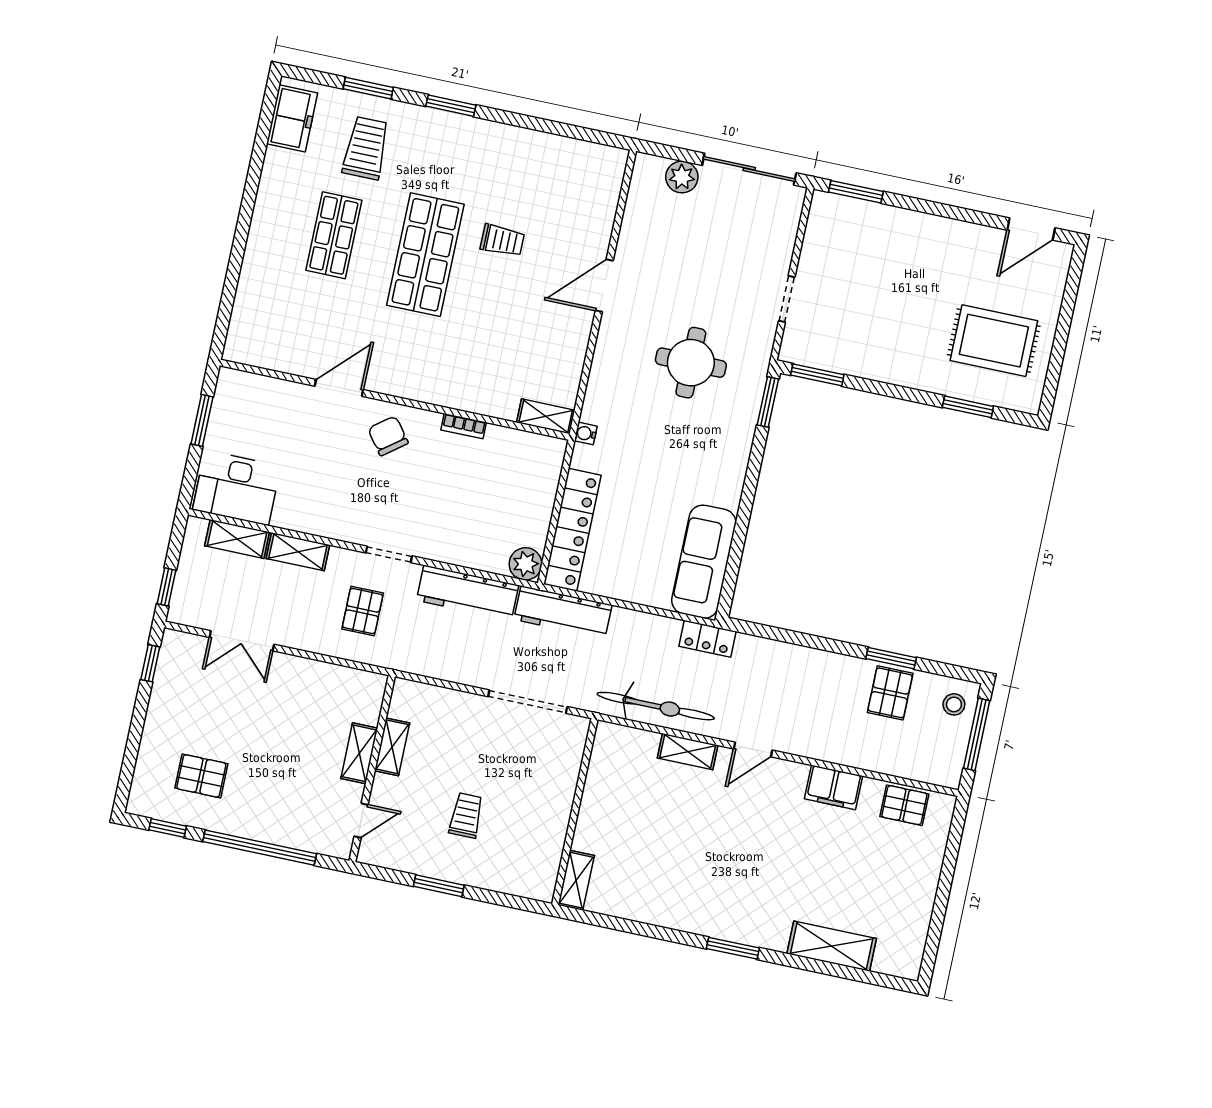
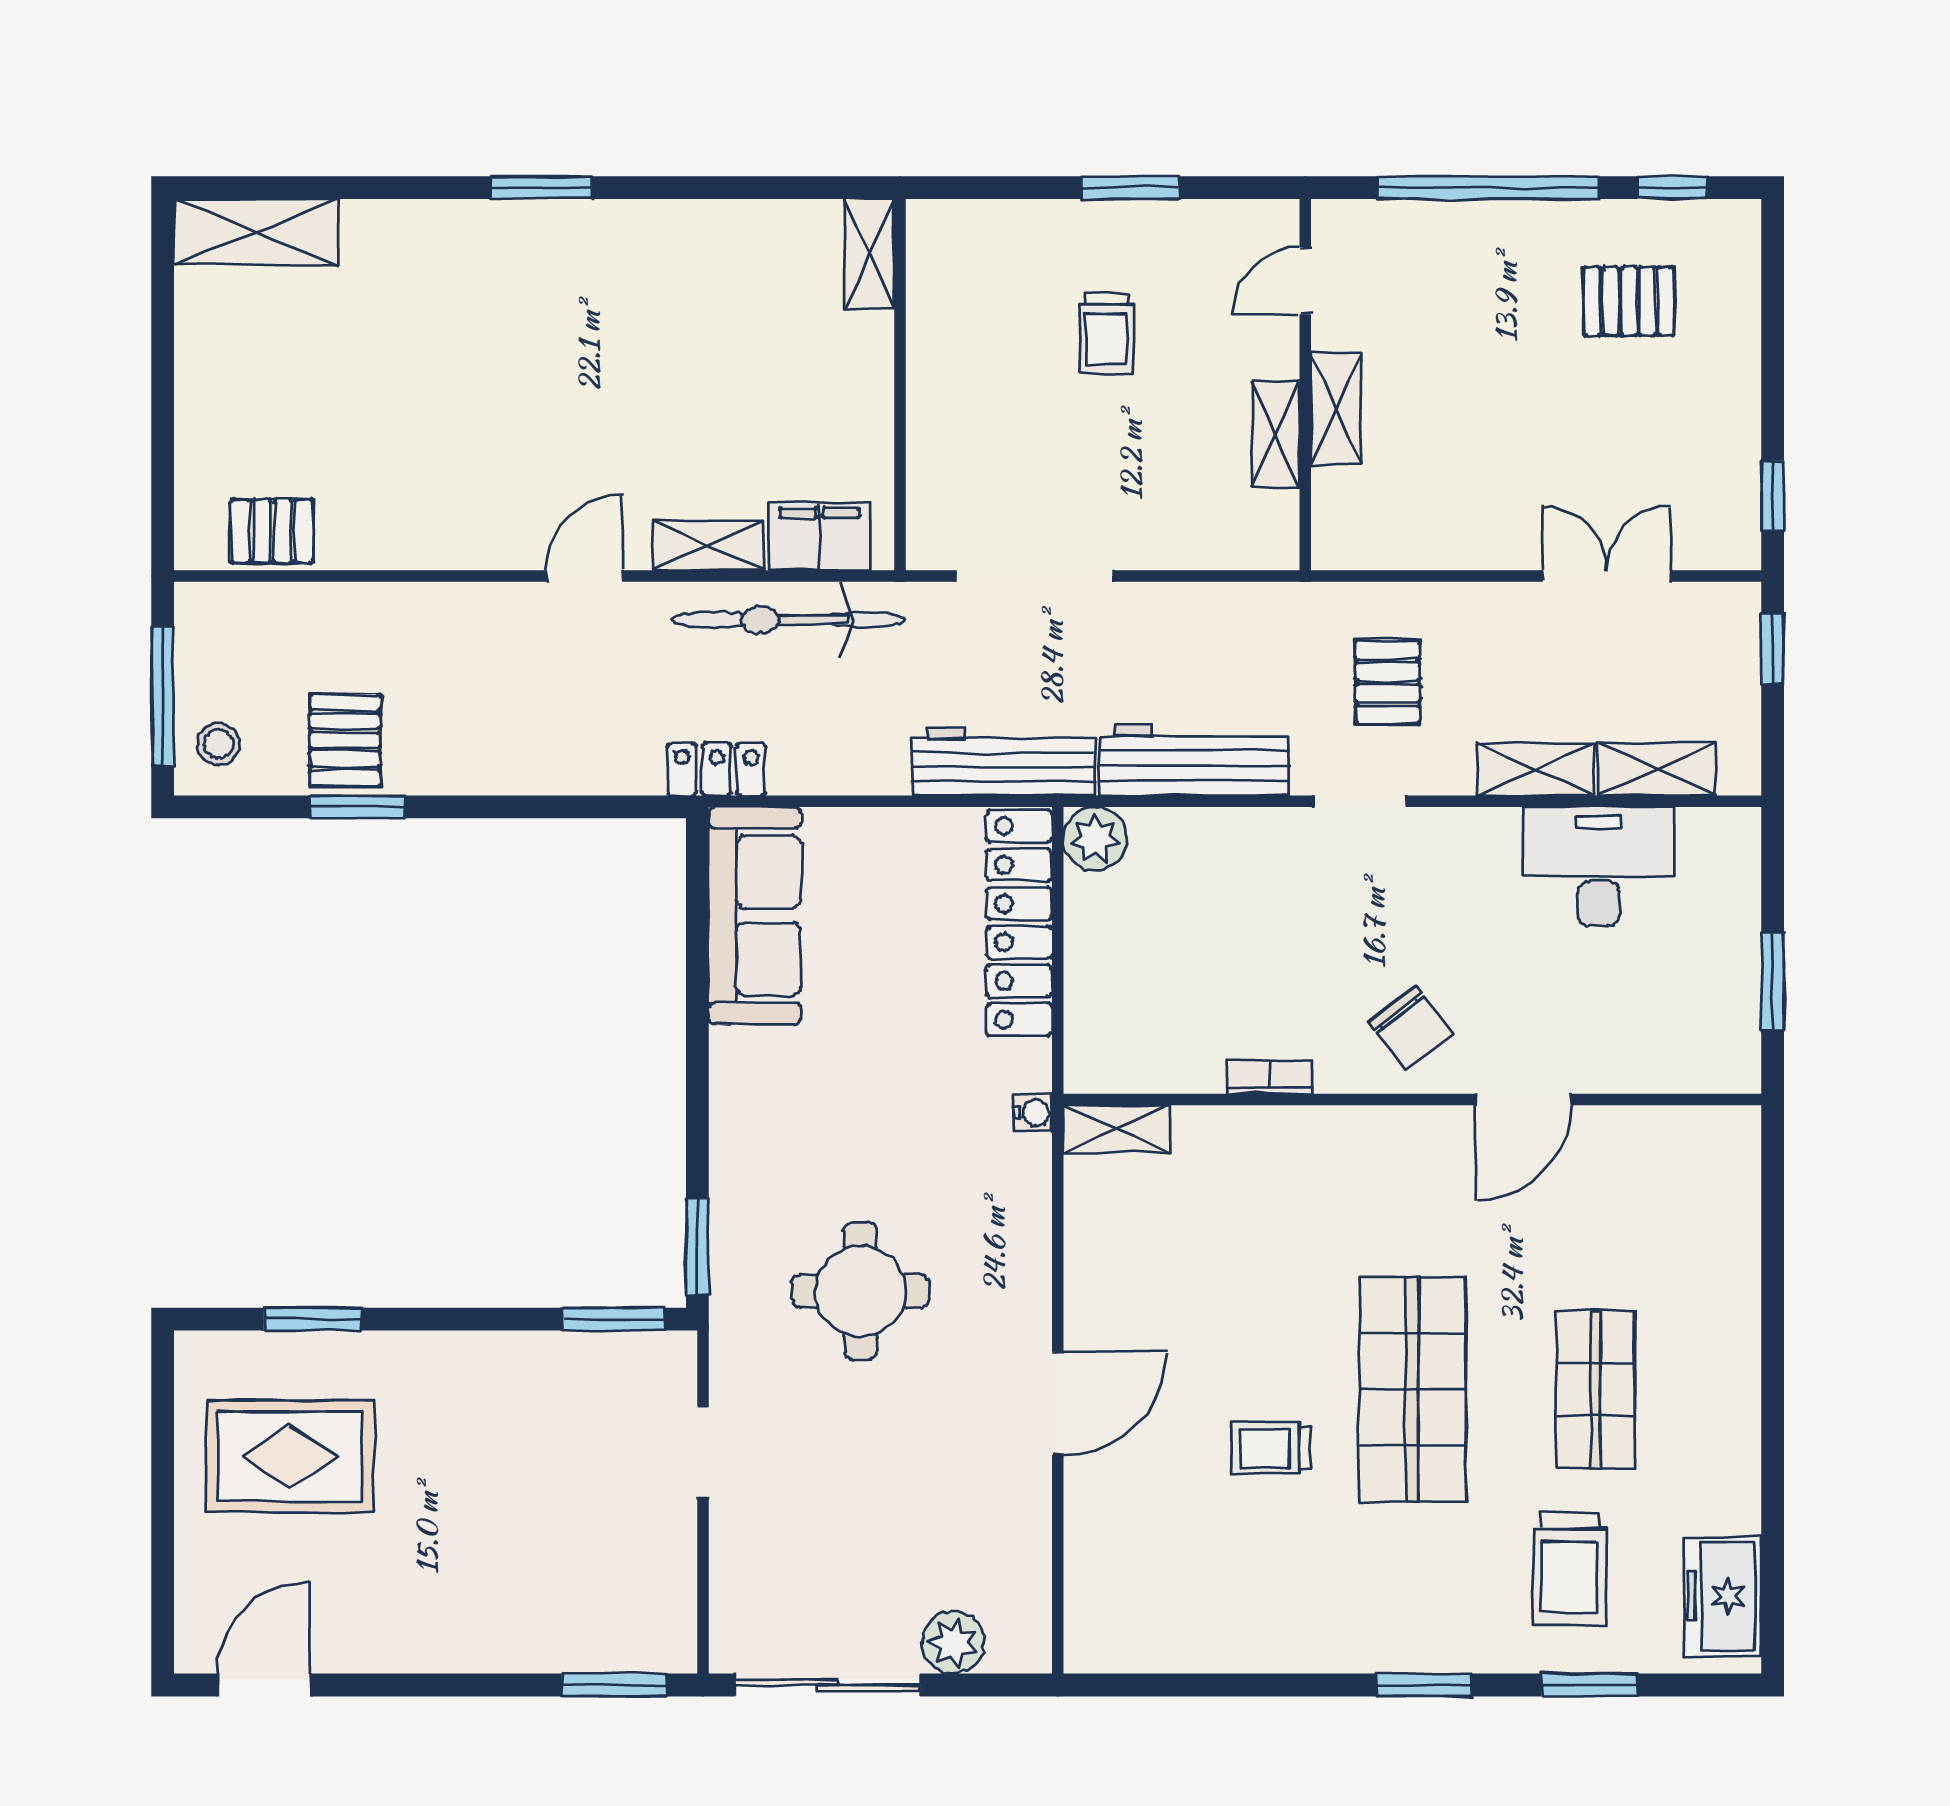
desk: (237, 488) -> (1599, 867), moved
filing cabinet: (834, 787) -> (820, 536), moved
shelving: (832, 946) -> (256, 232), moved

